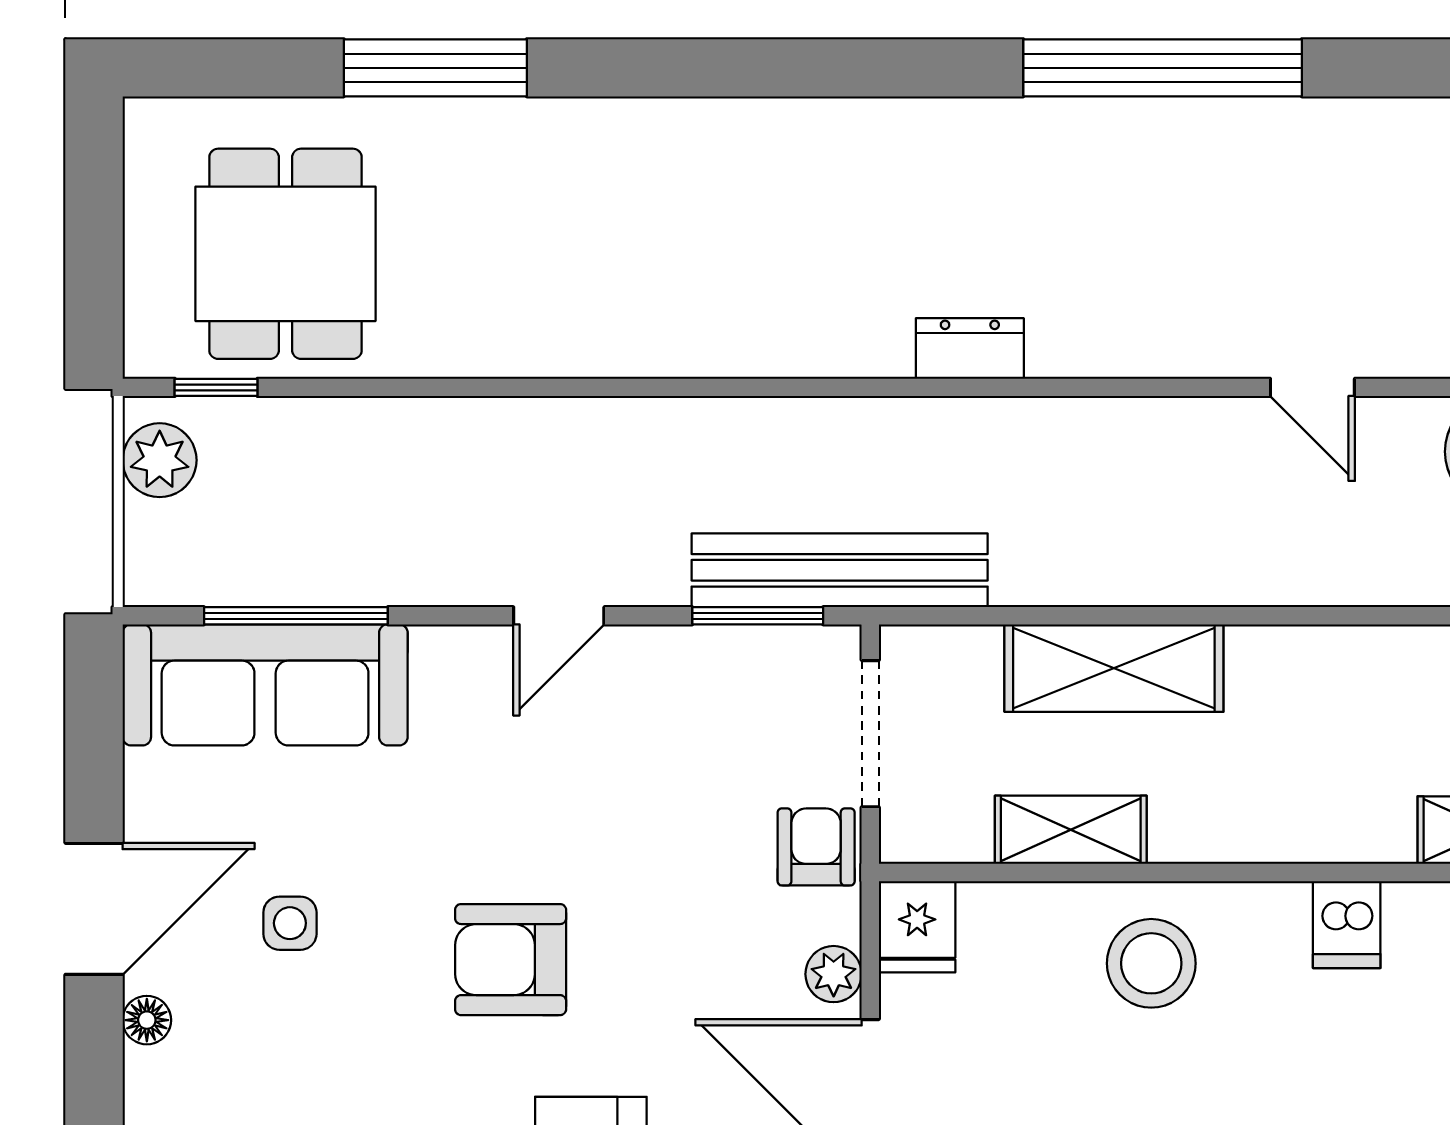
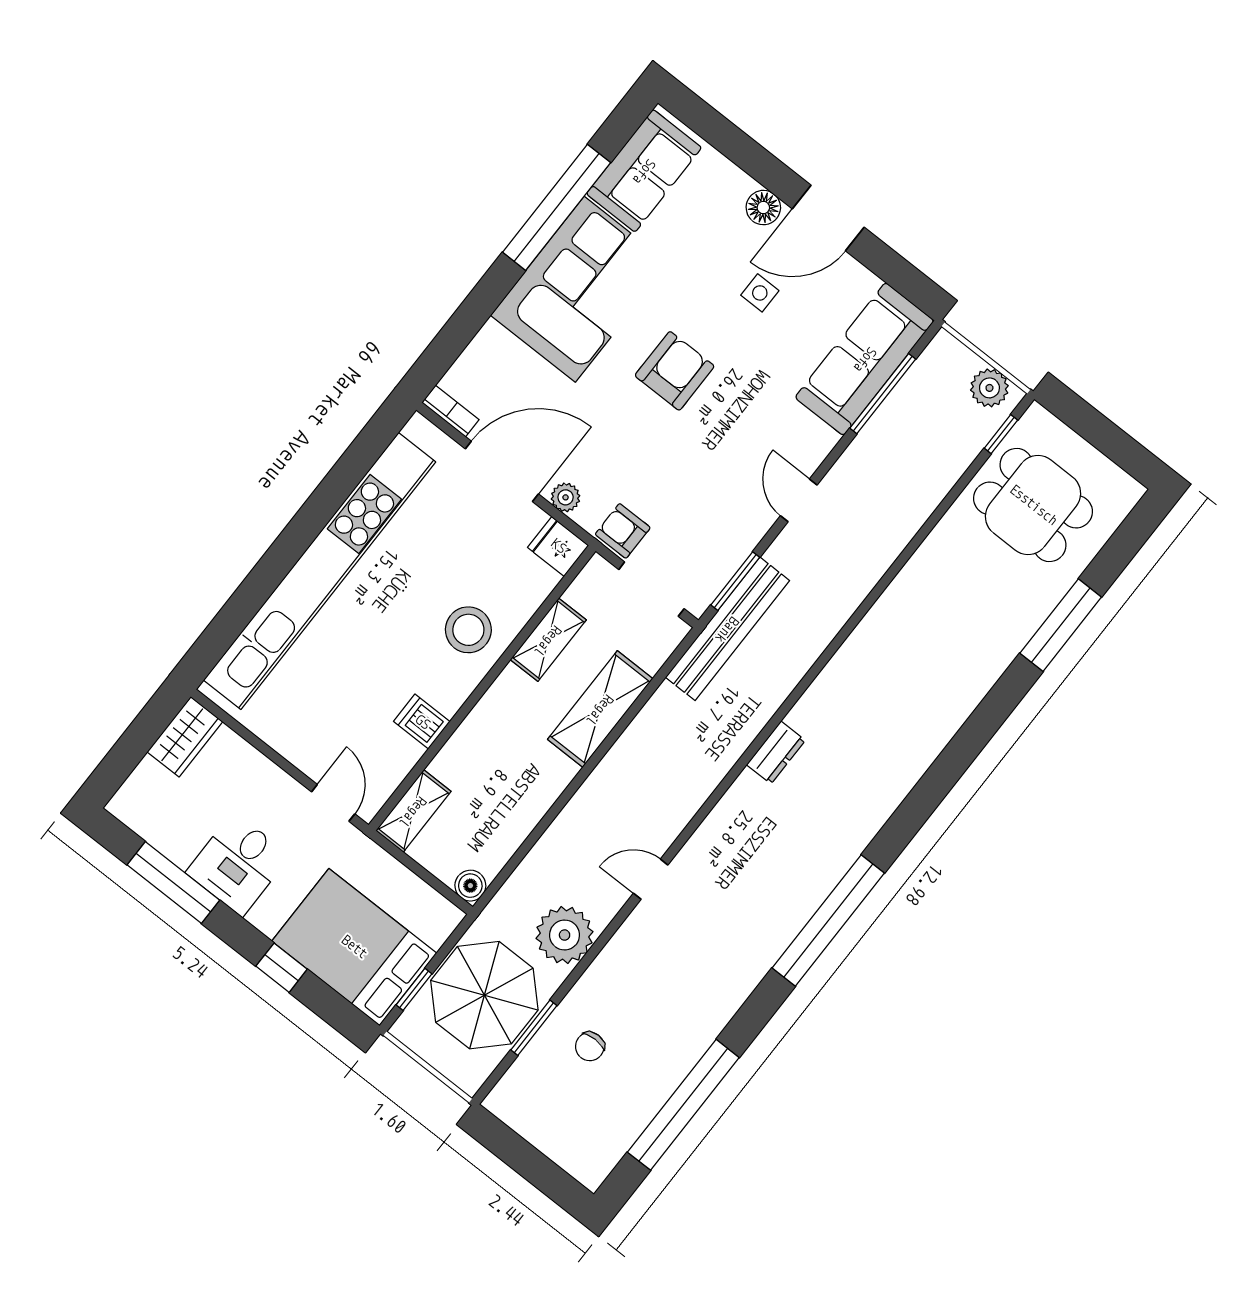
armchair: (816, 847) -> (623, 531), turned 180
door: (94, 909) -> (828, 218), hinge flipped
floor lamp: (147, 1020) -> (763, 208), width x1.37, depth x1.37

